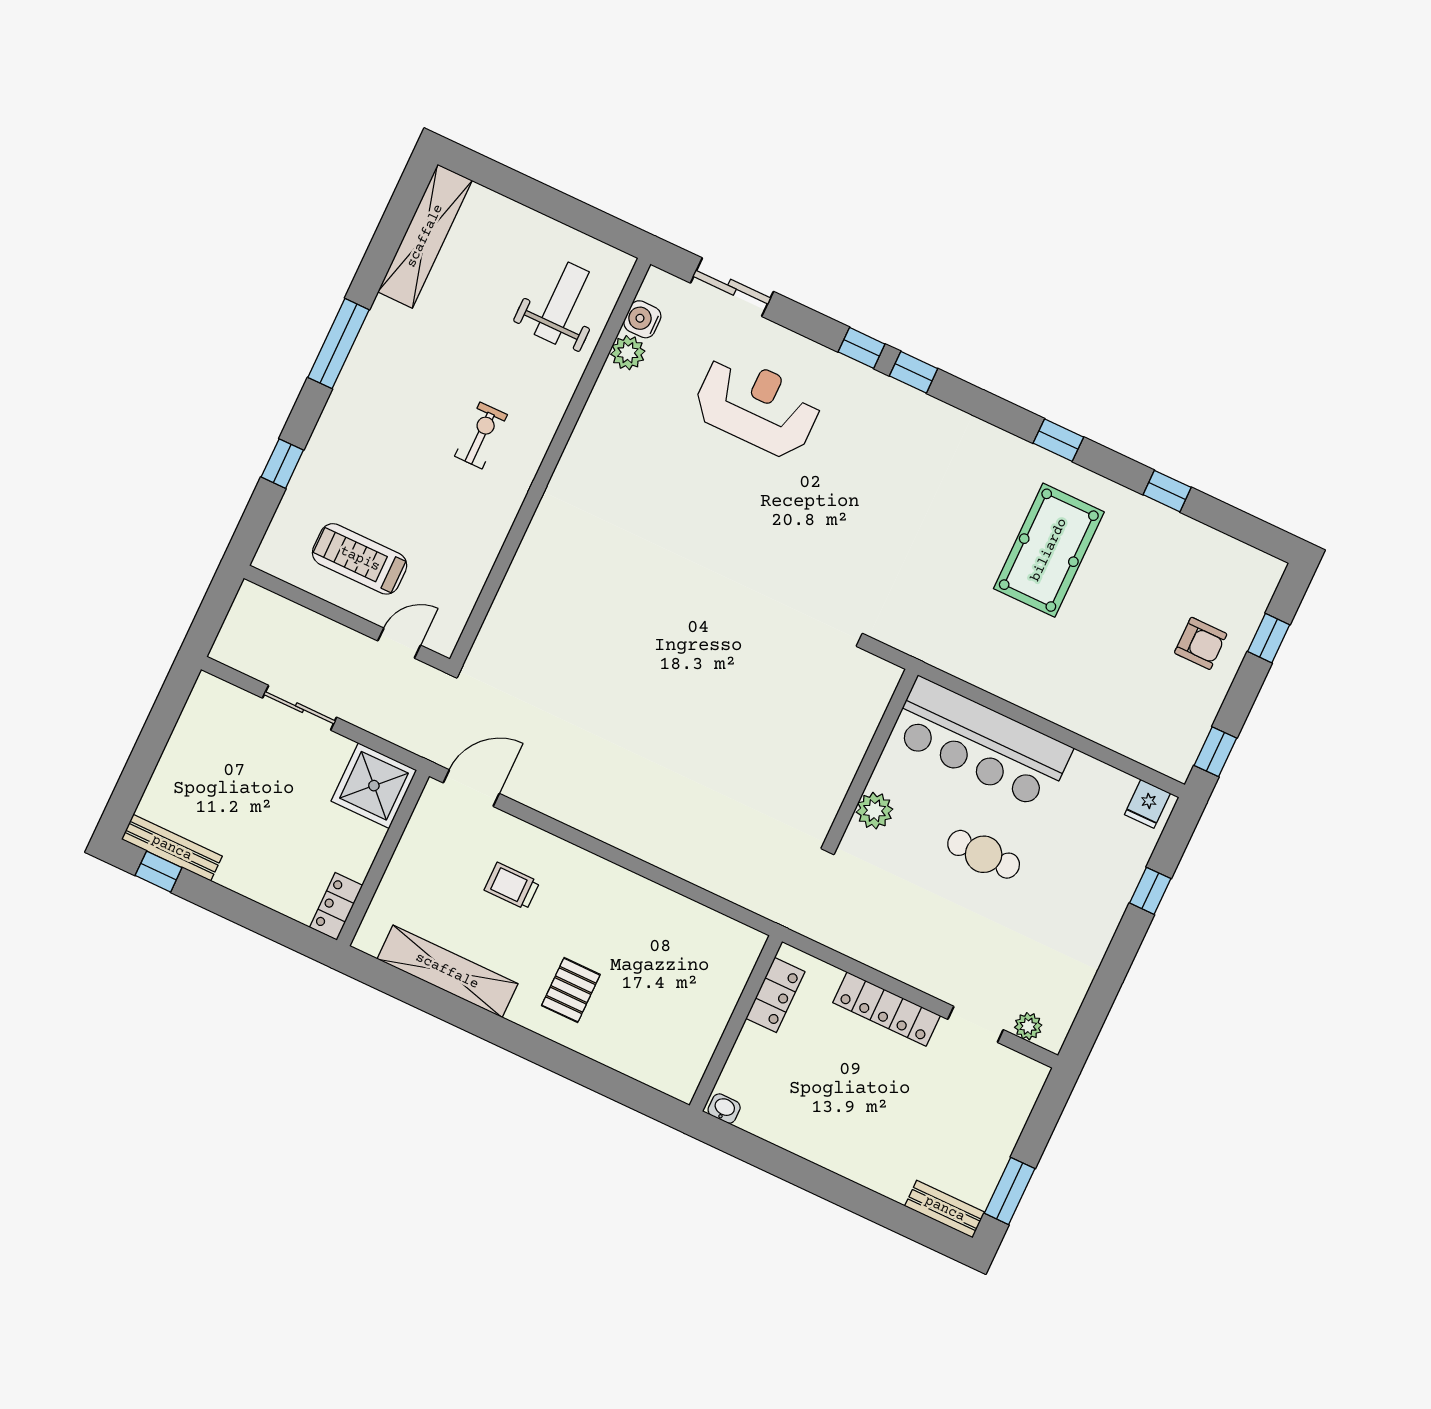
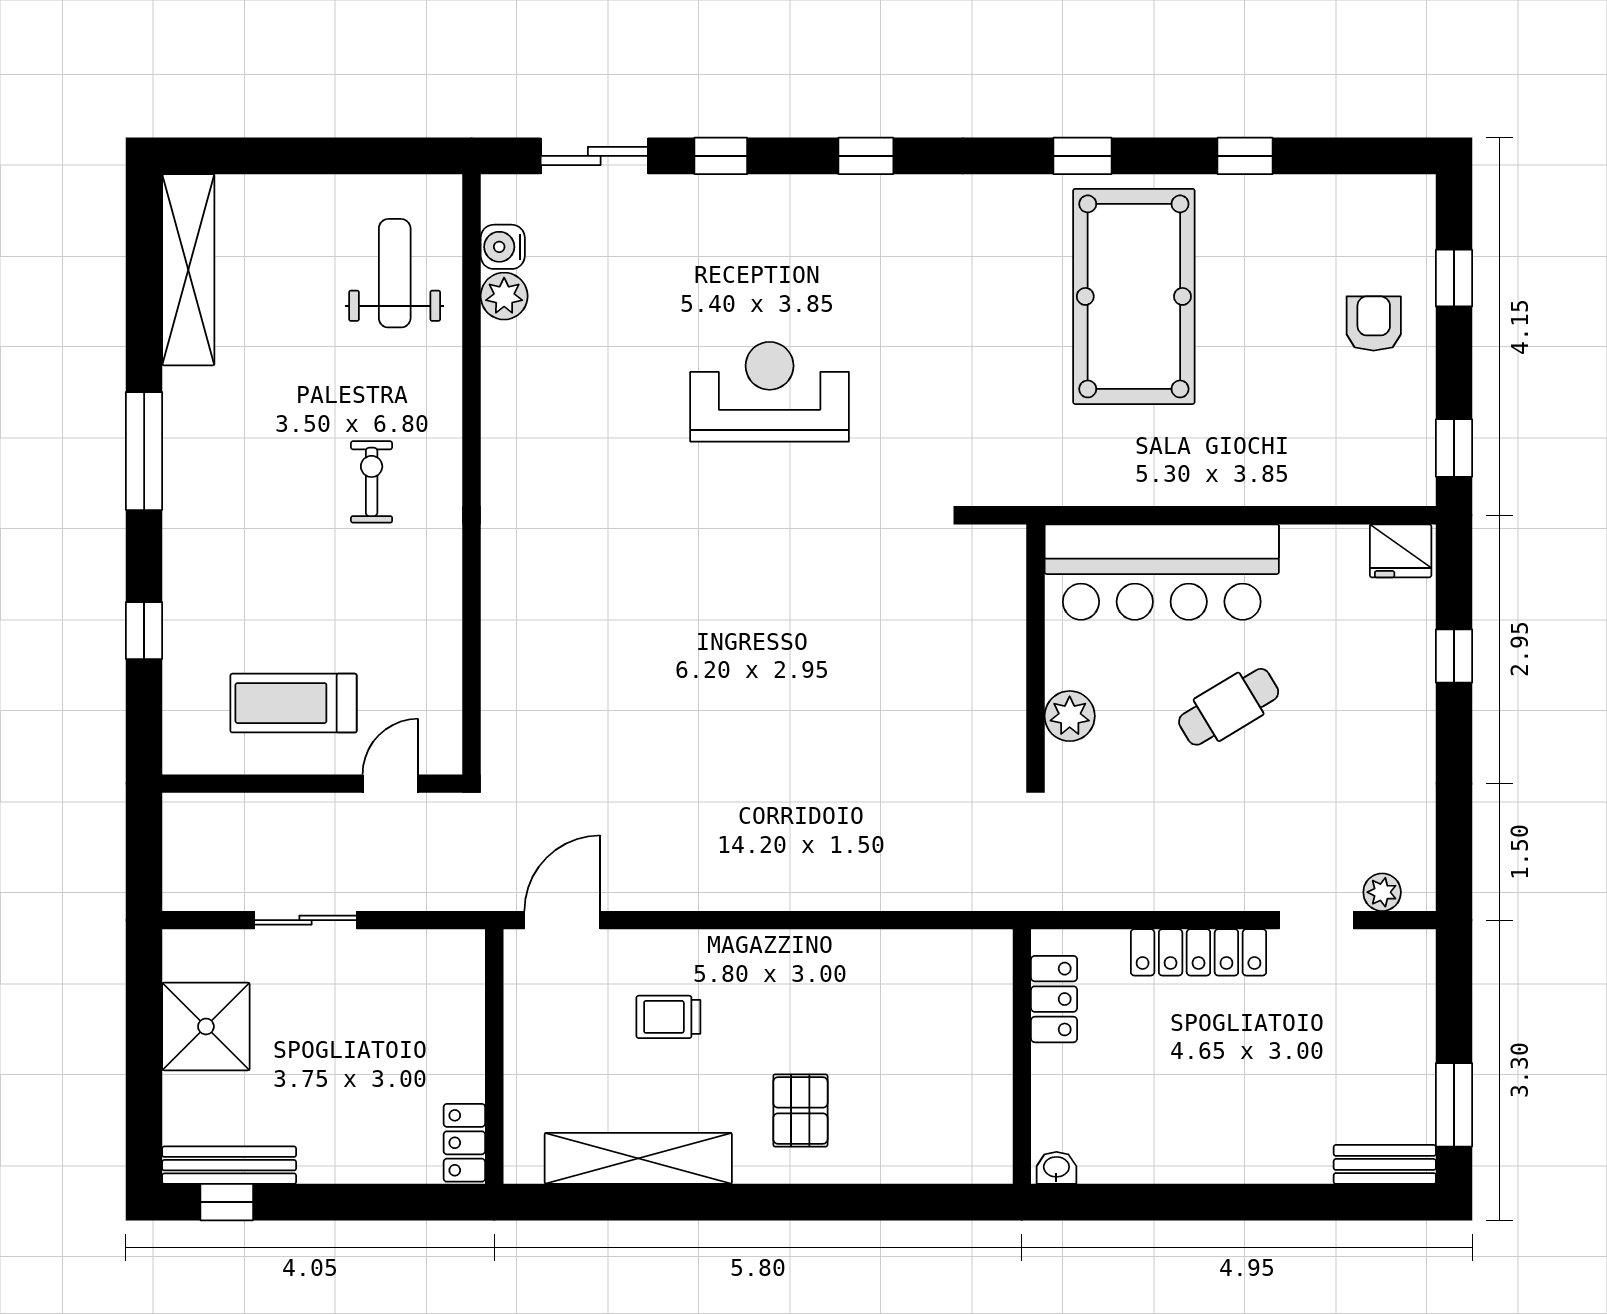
window: (862, 348) -> (721, 156), moved
reception desk: (757, 406) -> (770, 392), moved
pool table: (1049, 550) -> (1134, 296), width x1.36, depth x1.32
armchair: (1201, 643) -> (1374, 324), turned -90
shower: (374, 786) -> (206, 1026), moved
fridge: (1147, 804) -> (1401, 551), width x1.38
cafe table: (984, 854) -> (1229, 707), turned -31

